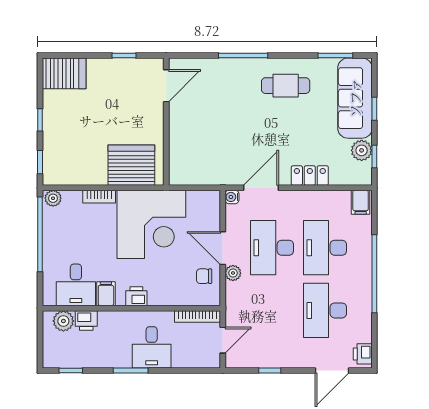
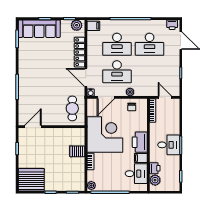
server rack: (64, 73) -> (31, 180), width x1.60
door: (166, 86) -> (33, 127), hinge flipped
cafe table: (286, 86) -> (72, 108), moved
plant: (362, 150) -> (77, 25), moved
server rack: (131, 165) -> (77, 151), width x0.46, depth x0.70
locker: (310, 176) -> (80, 52), width x1.53
door: (223, 248) -> (106, 97), moved
printer: (136, 296) -> (140, 142), width x1.87, depth x1.48
desk: (152, 347) -> (169, 145), moved

